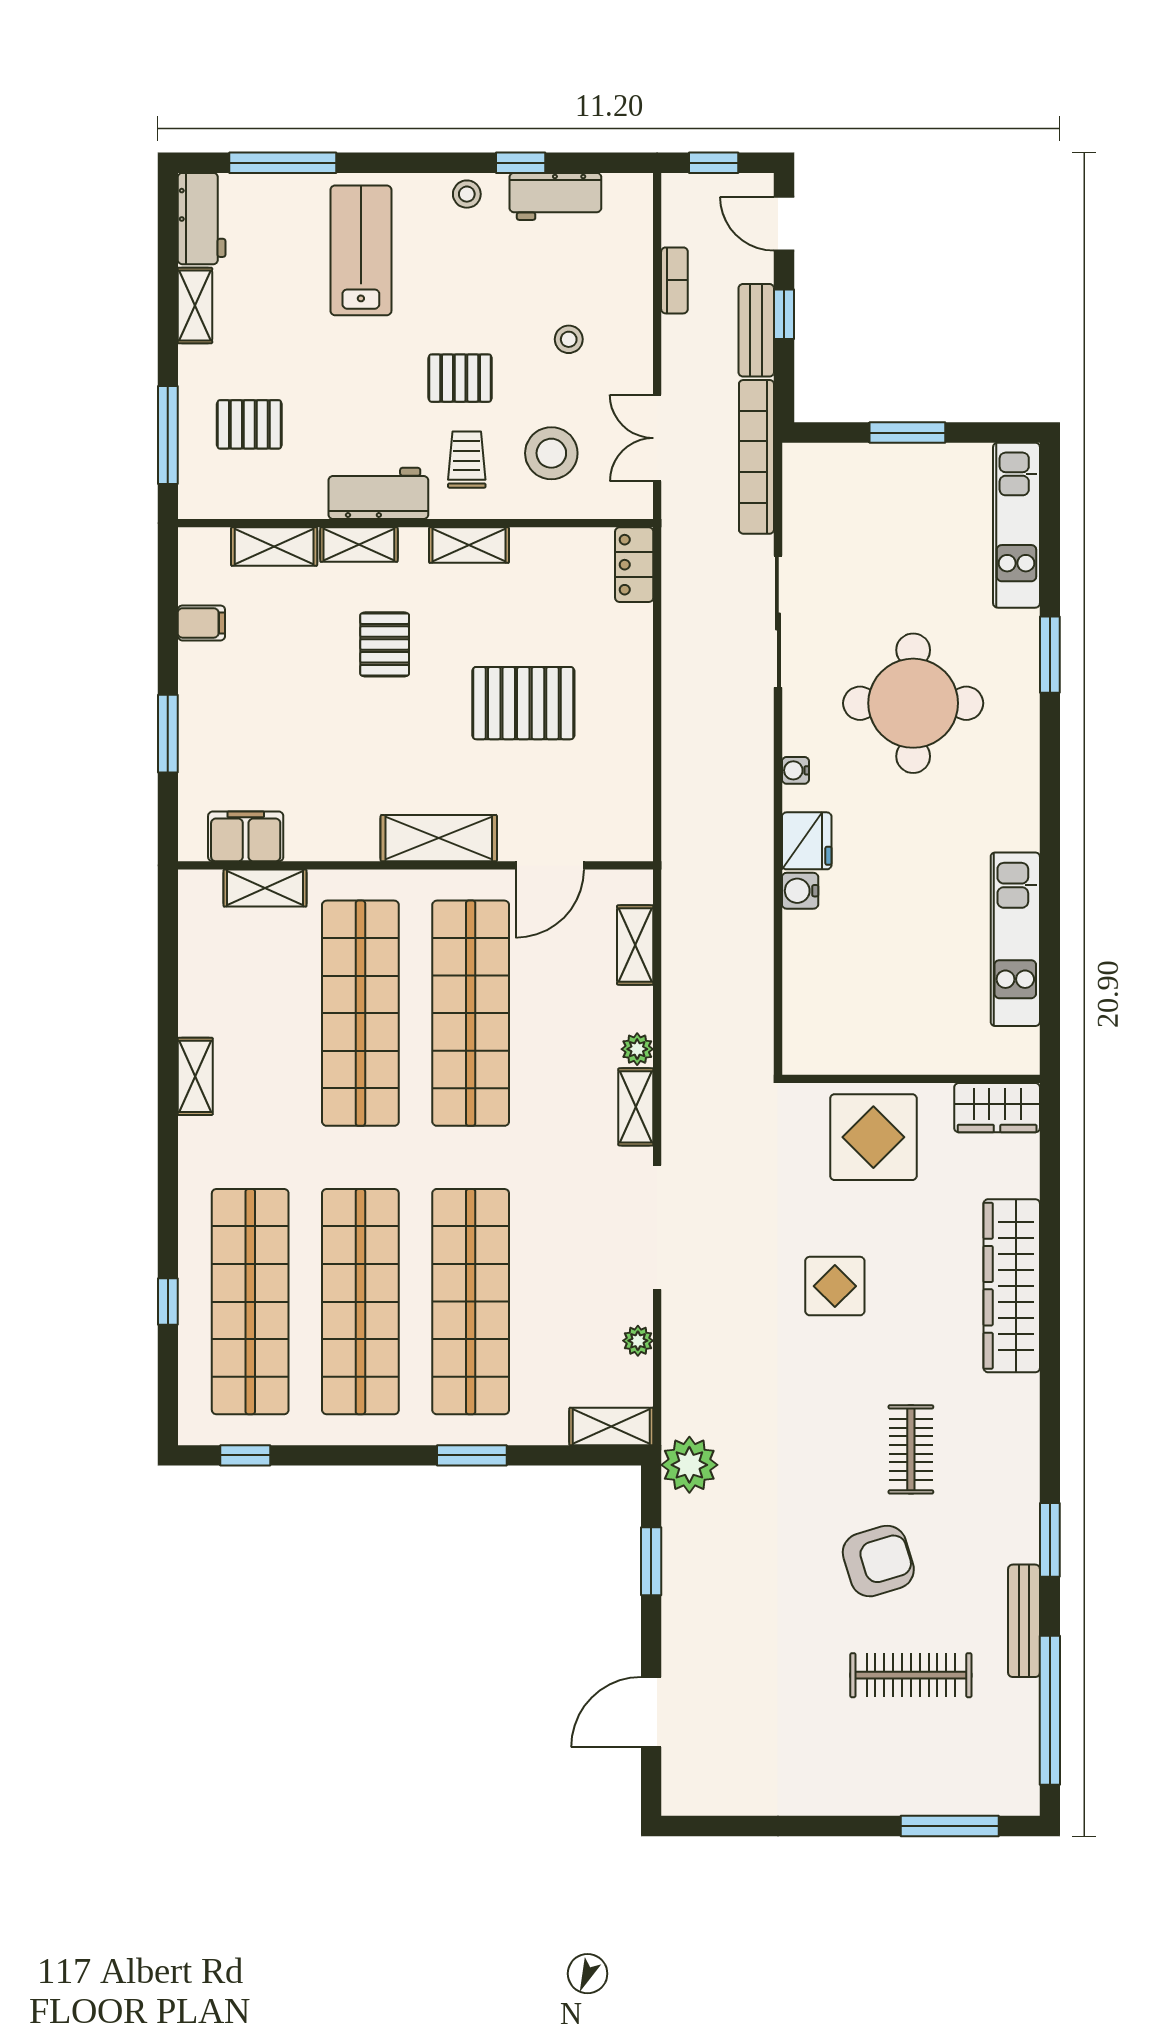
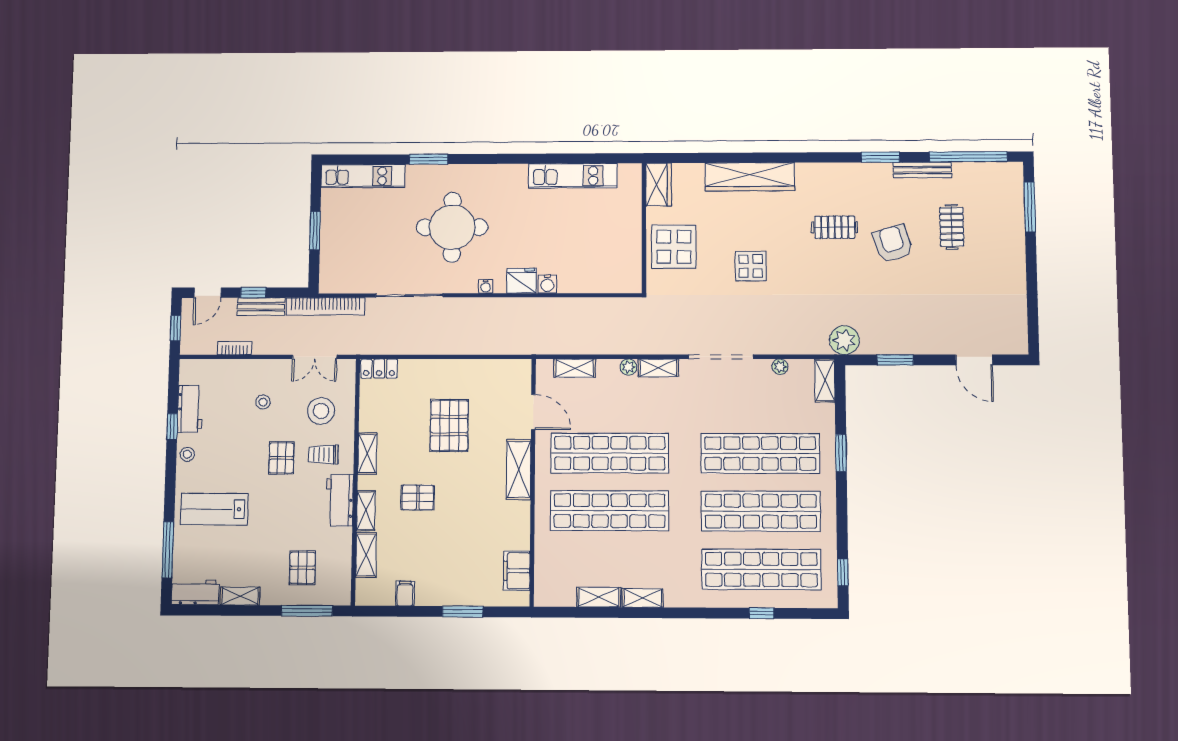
shelving: (265, 888) -> (599, 597), moved, turned 90
clothes rail: (911, 1675) -> (952, 227), width x0.73

